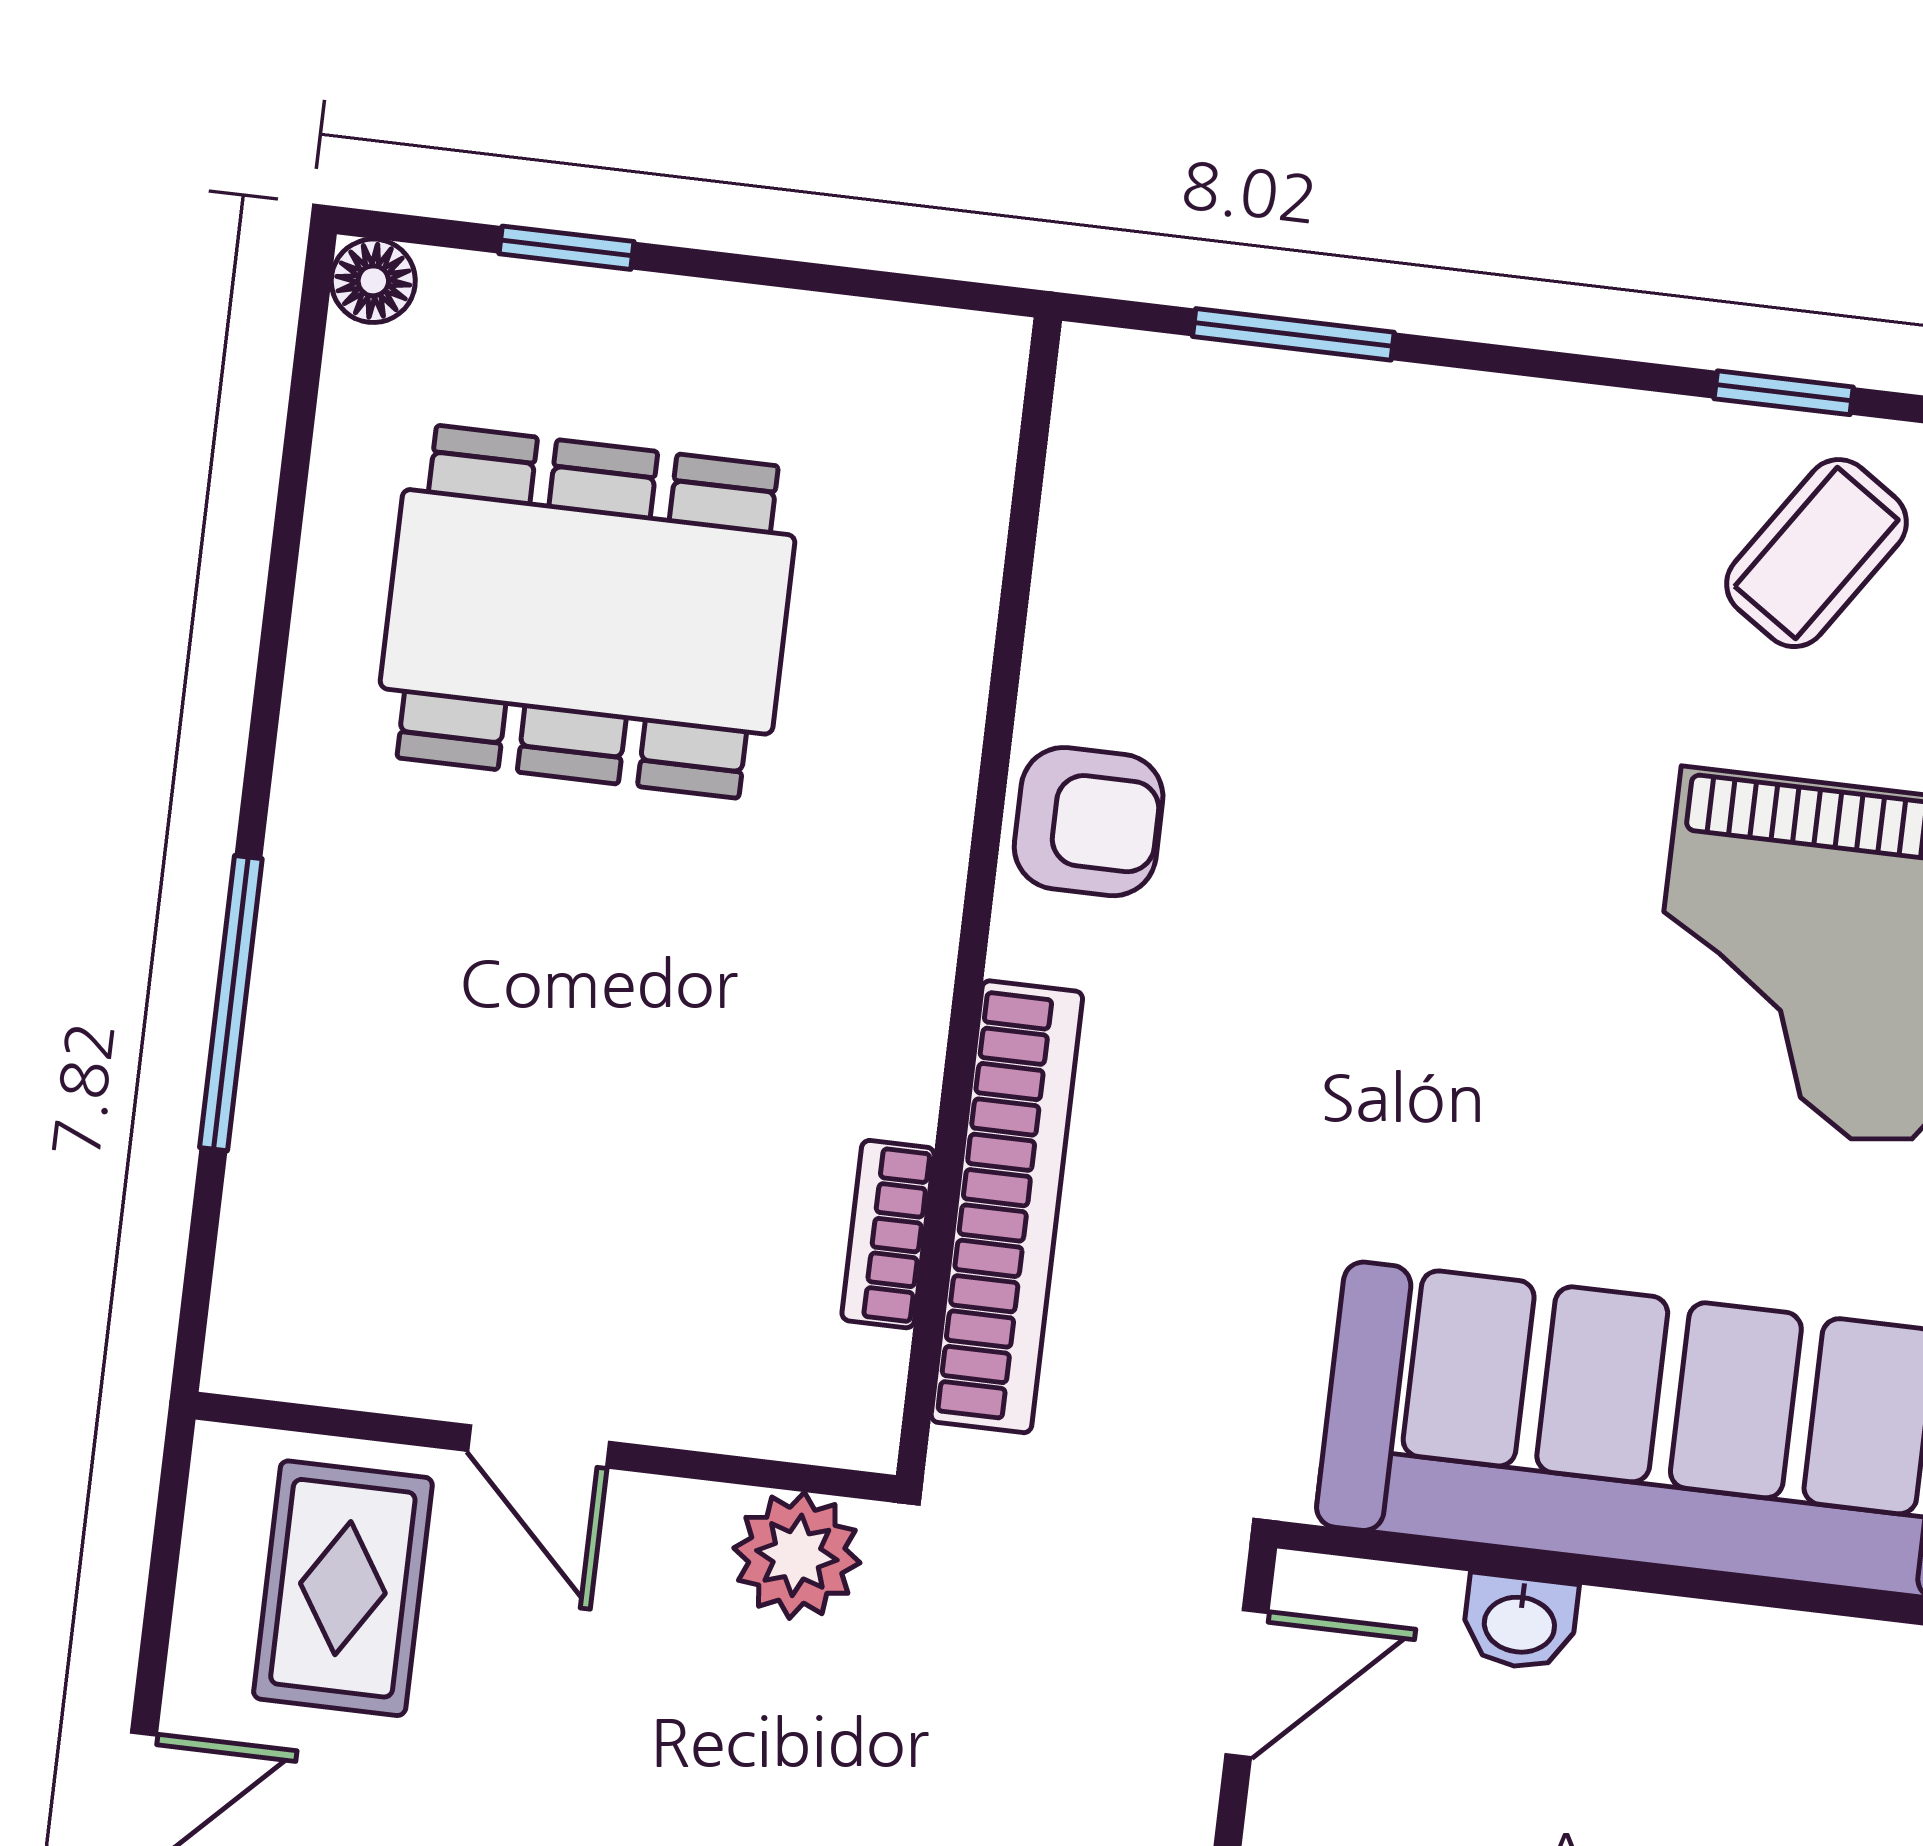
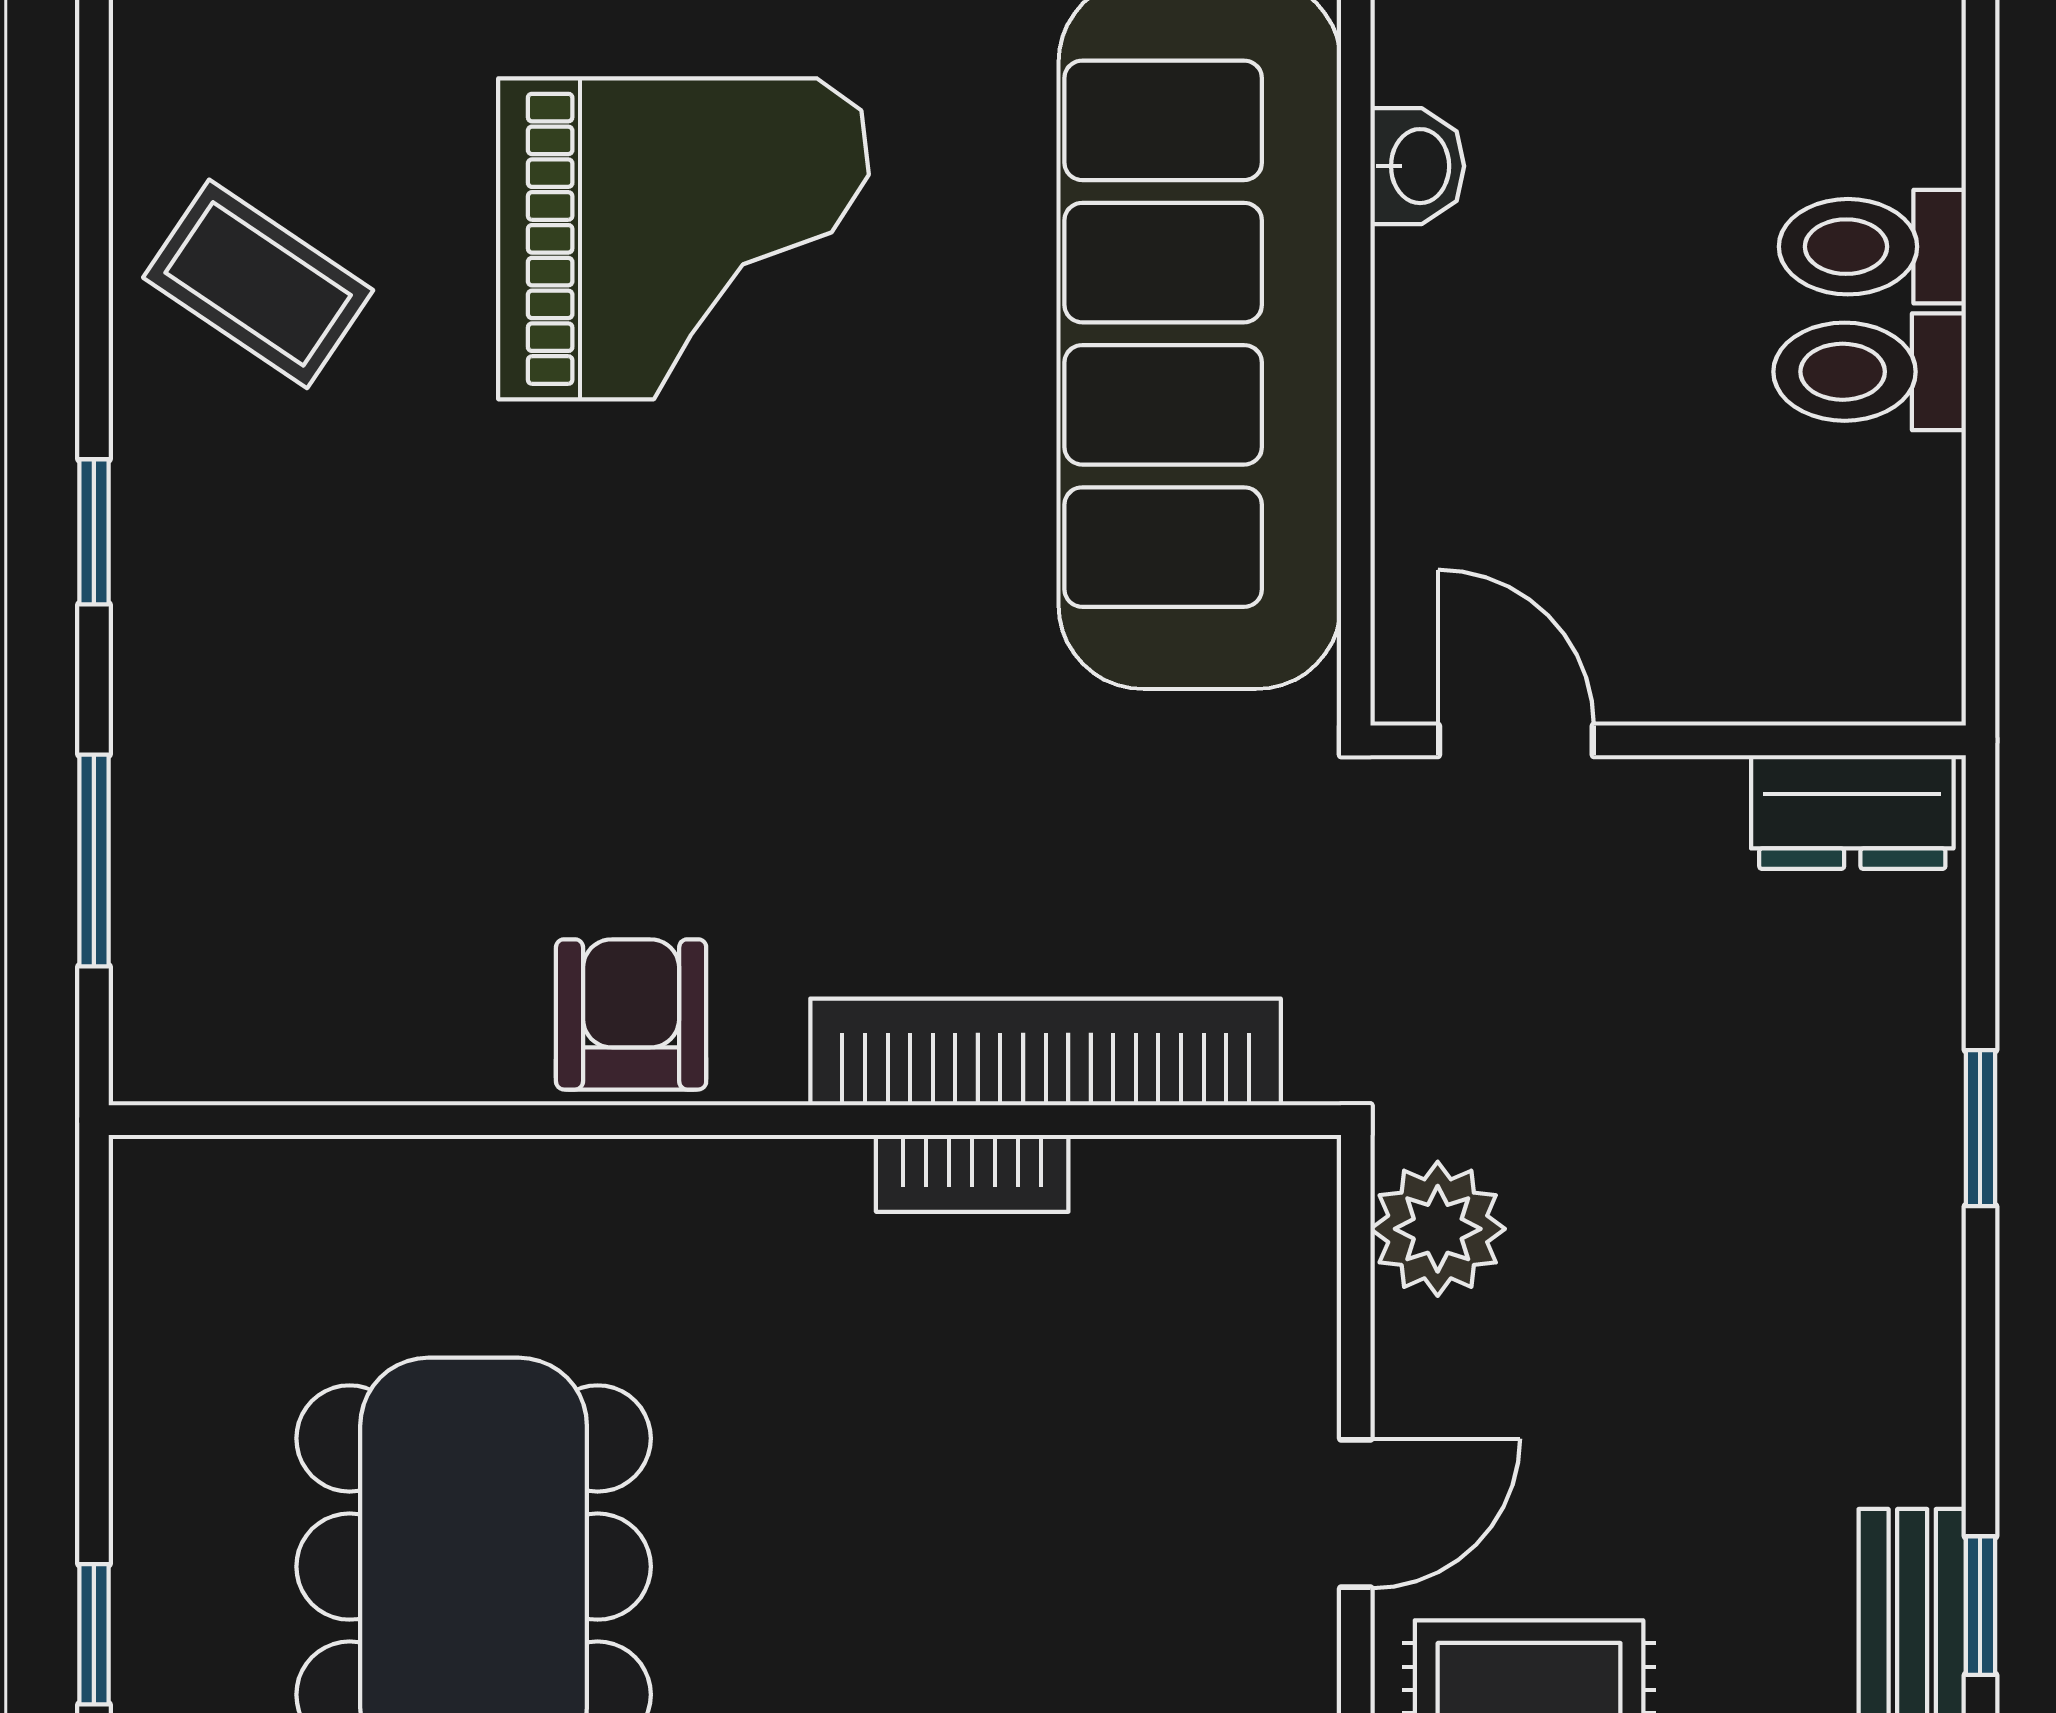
window: (1784, 393) -> (94, 532), moved
bookcase: (888, 1234) -> (972, 1173), moved
washbasin: (1520, 1622) -> (1417, 166), moved

